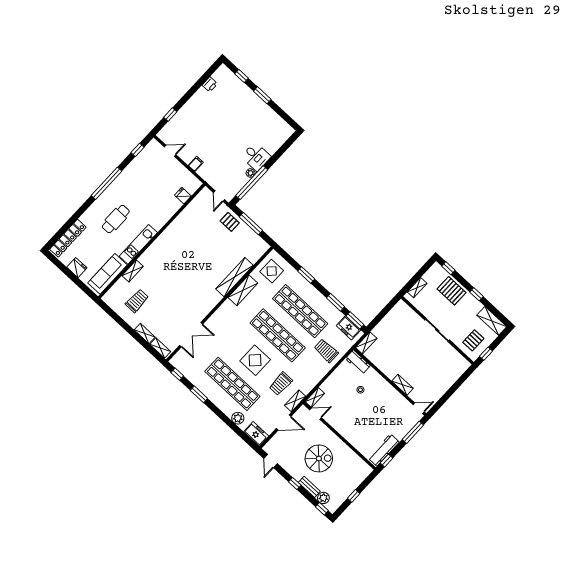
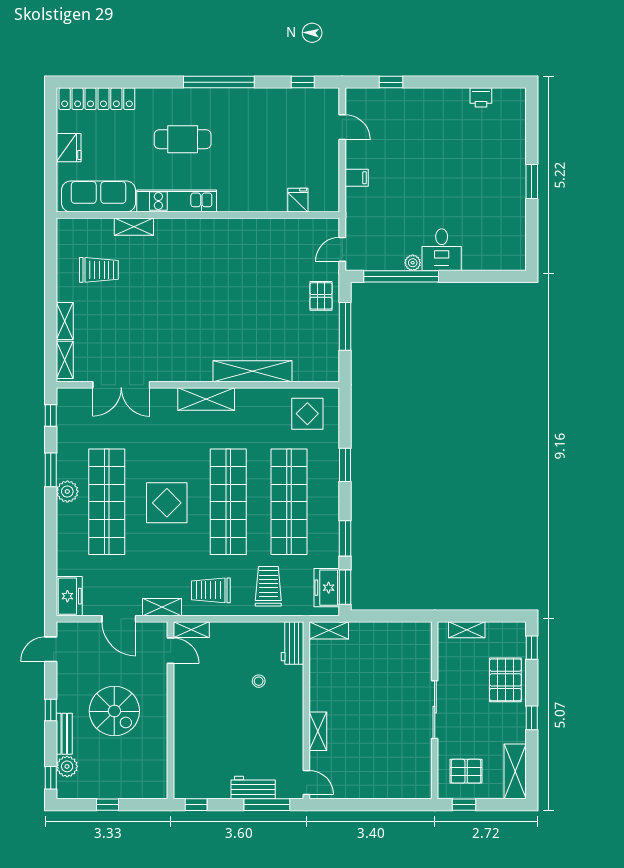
window: (242, 76) -> (532, 129), removed
shelving: (243, 290) -> (206, 399), moved
trolley: (281, 384) -> (211, 590), moved
plant: (238, 418) -> (67, 491), moved
workbench: (384, 450) -> (253, 788), moved, width x0.73

